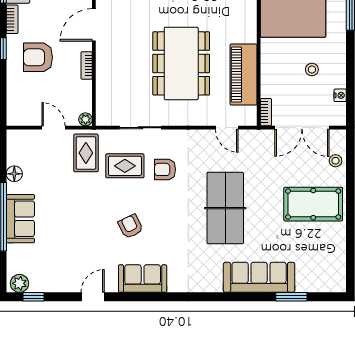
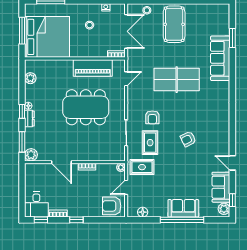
armchair: (38, 57) -> (112, 206), moved, turned 90
floor lamp: (14, 174) -> (143, 212), moved
sofa: (143, 279) -> (221, 187), moved

